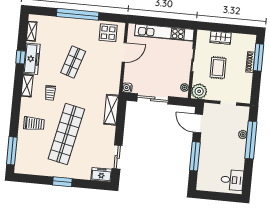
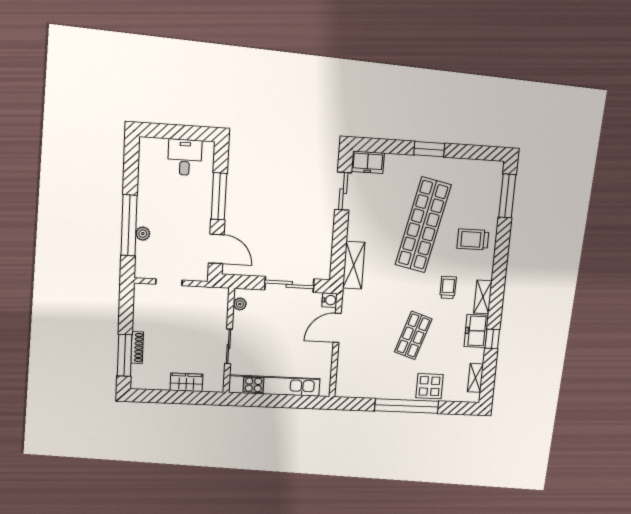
display table: (108, 33) -> (429, 386), moved
door: (124, 52) -> (337, 328), moved
freezer: (32, 59) -> (476, 331), width x0.71
rug: (218, 68) -> (188, 337), removed
plant: (199, 91) -> (216, 299), removed
desk: (232, 180) -> (185, 157), moved, turned 90

